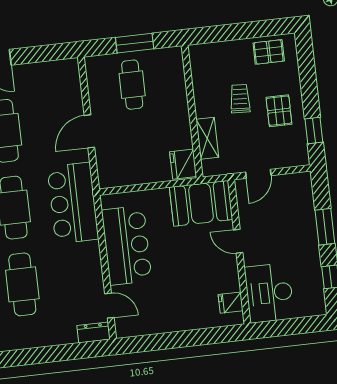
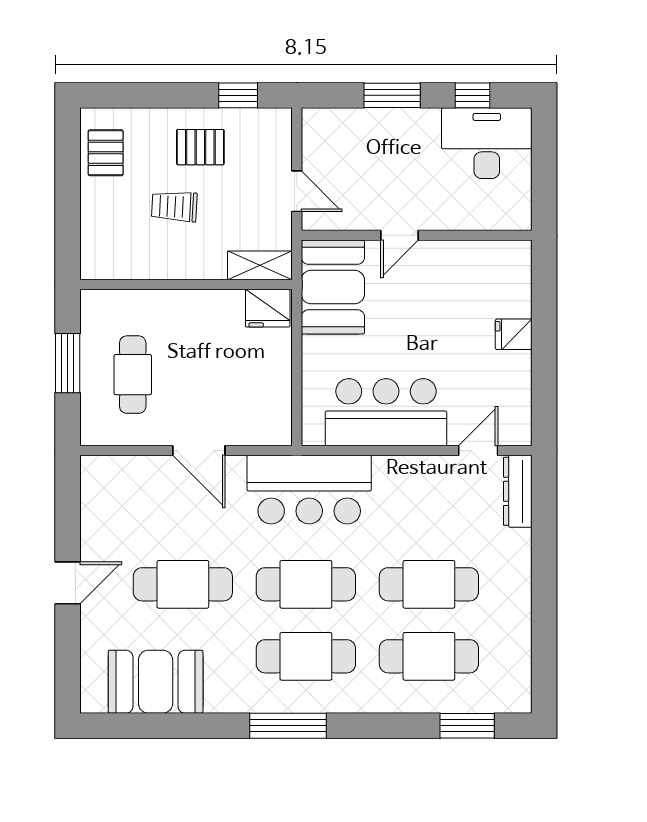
cafe table: (132, 85) -> (133, 375), turned 90
shelving: (207, 138) -> (260, 265), moved
desk: (269, 293) -> (487, 143), moved, turned 180
fridge: (231, 303) -> (514, 334), moved, turned 90
dresser: (94, 332) -> (518, 491), width x1.44

